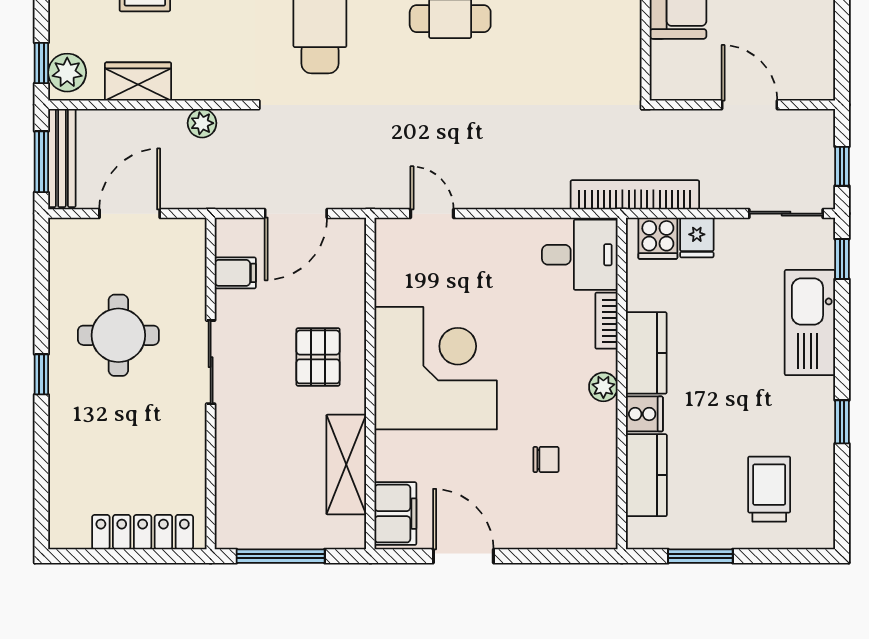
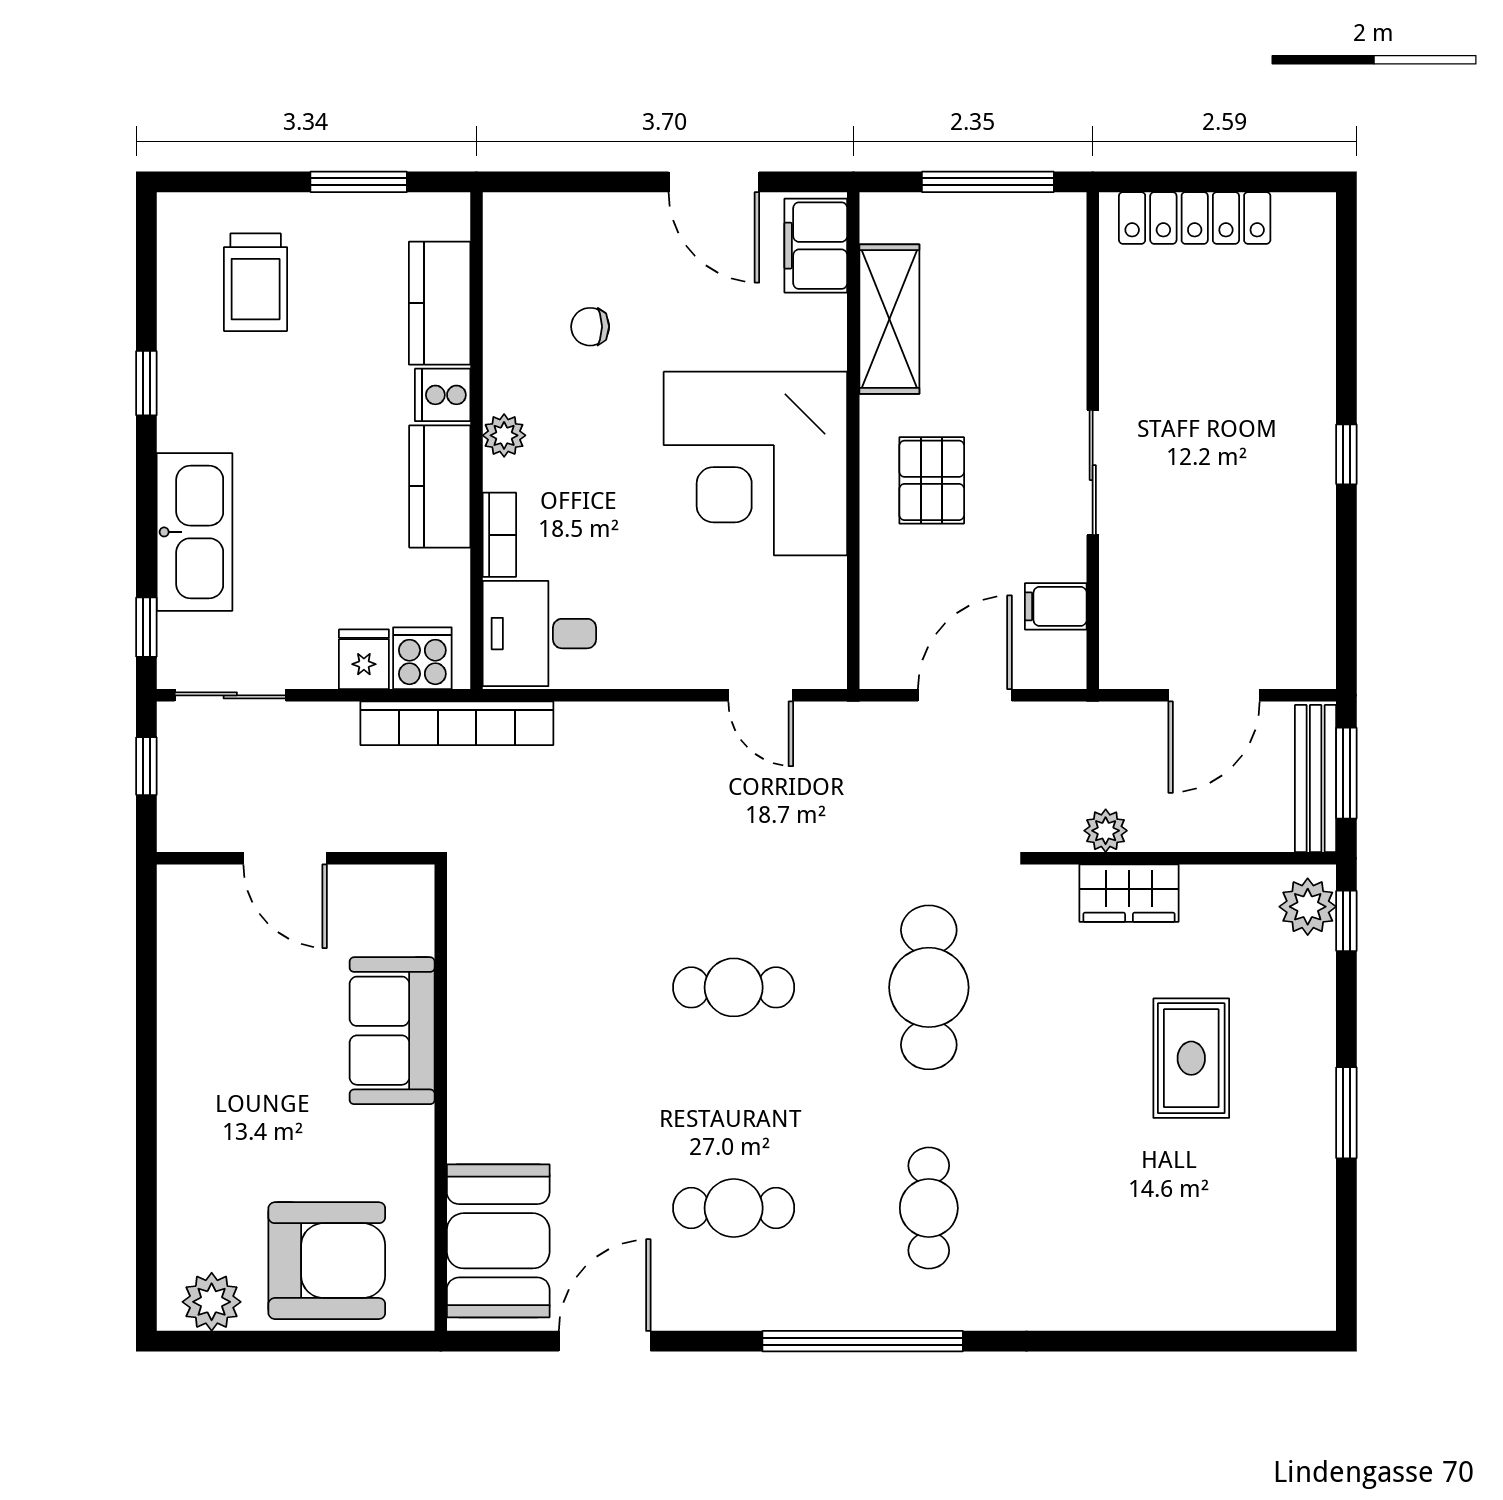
wardrobe: (138, 82) -> (1129, 893), moved
round table: (118, 335) -> (1231, 513), removed

